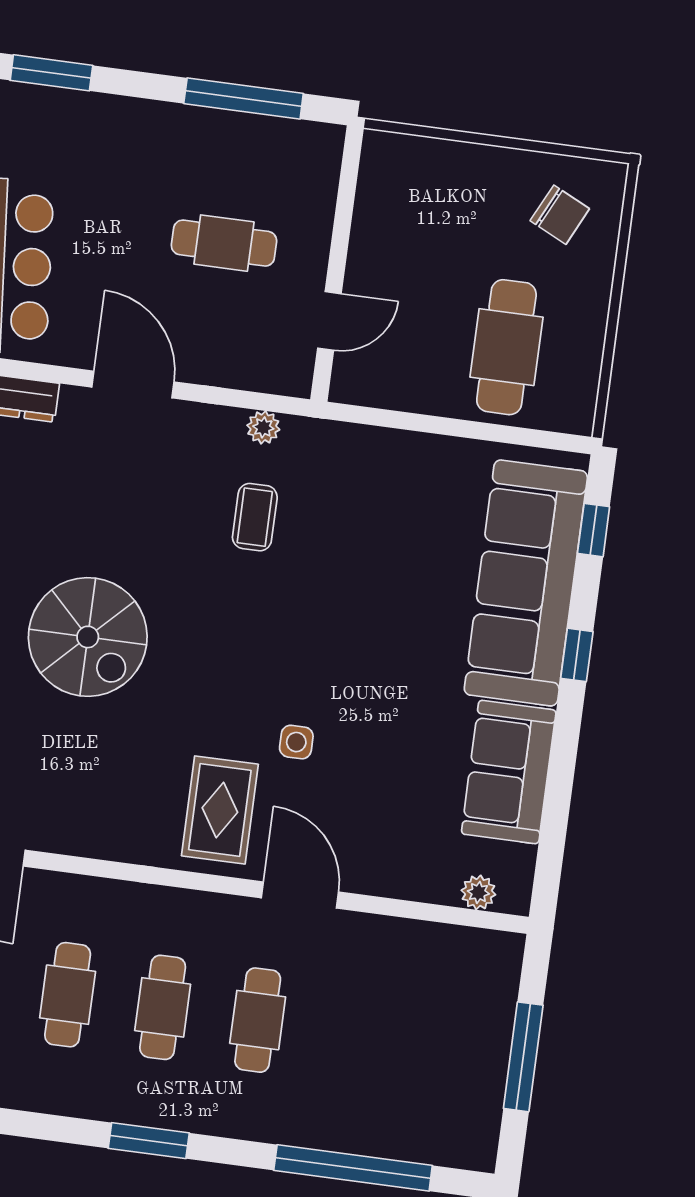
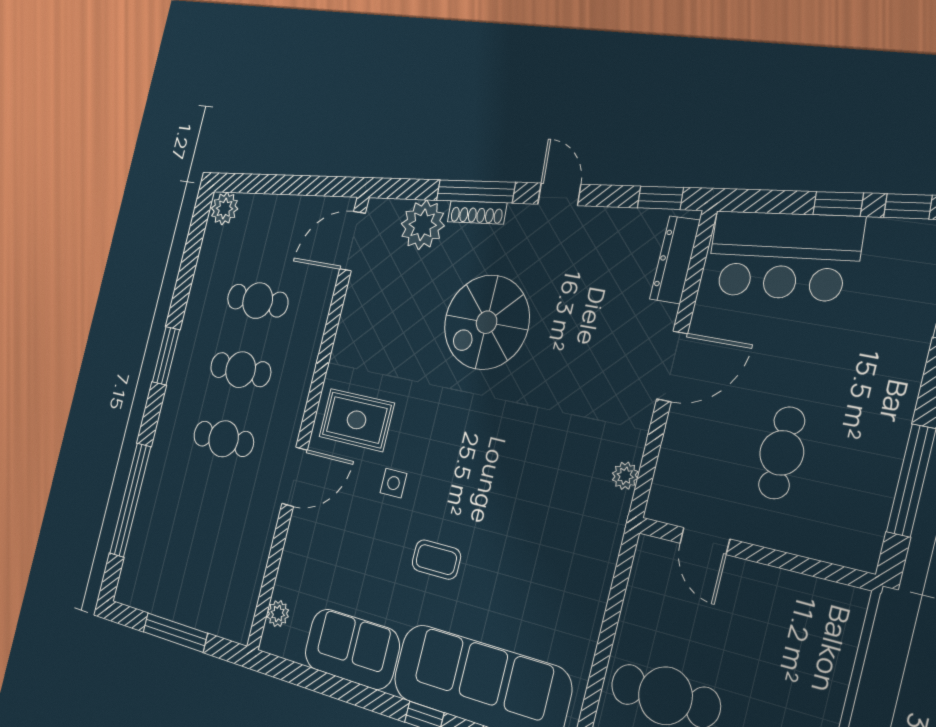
coffee table: (255, 517) -> (436, 560), moved

